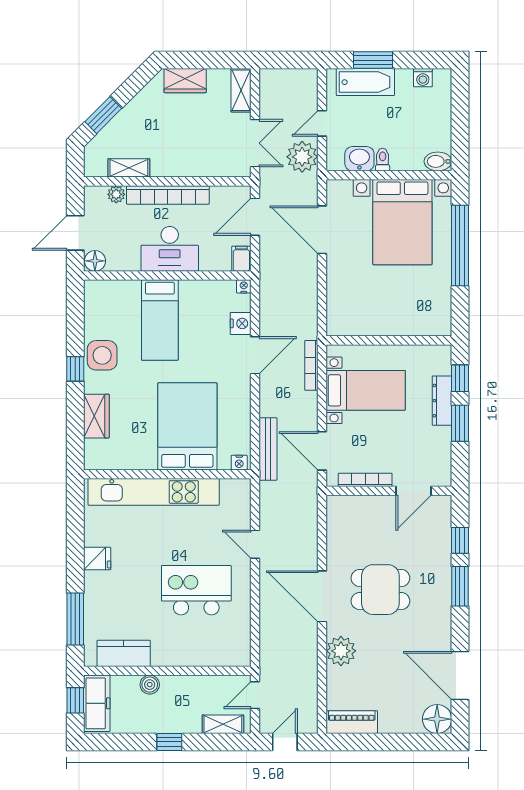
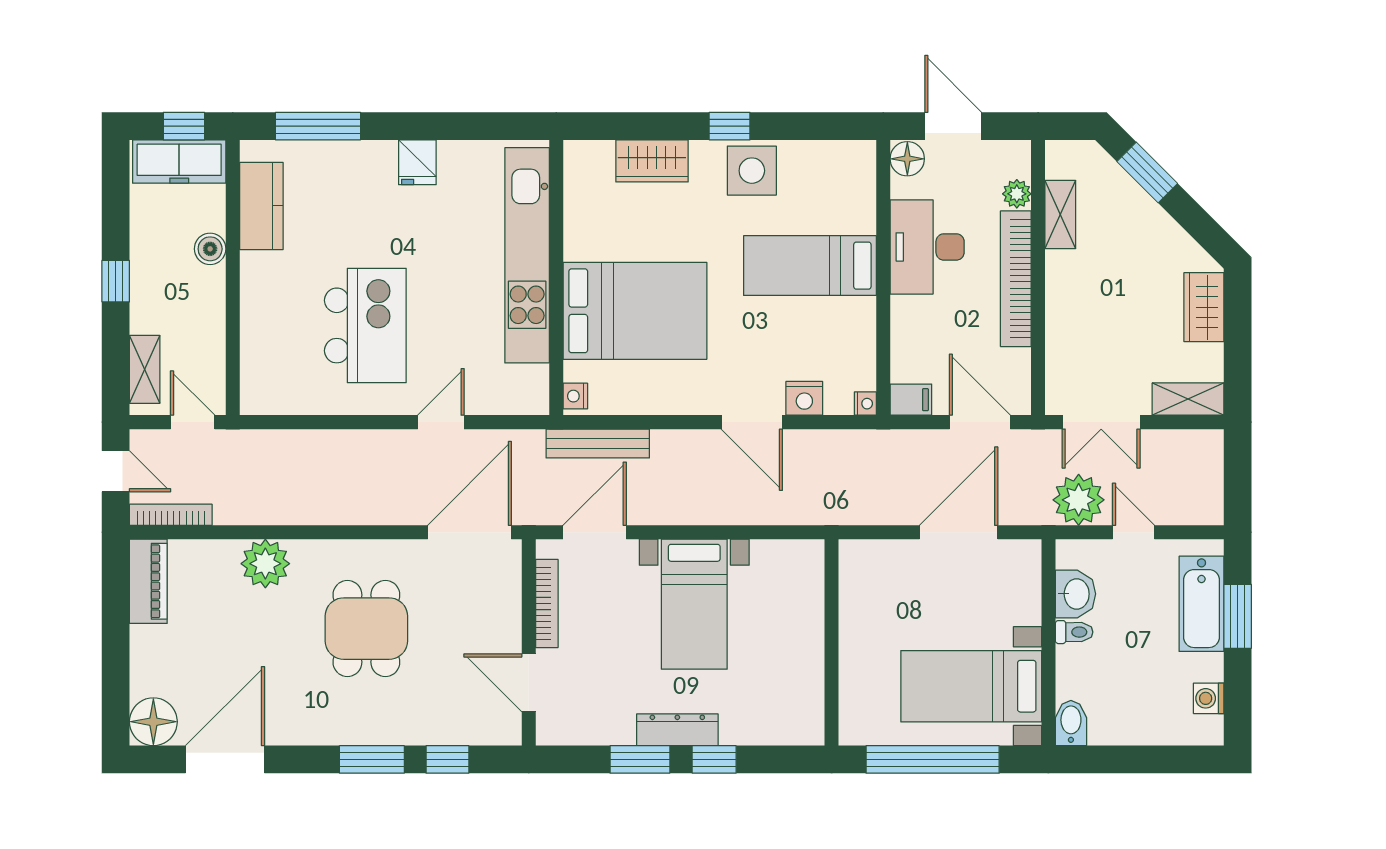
bed with nightstands: (402, 222) -> (971, 686), width x0.73
desk: (170, 249) -> (927, 247), moved
wall: (389, 340) -> (832, 642), moved
bookcase: (311, 365) -> (171, 515), moved
door: (322, 596) -> (469, 532), moved

